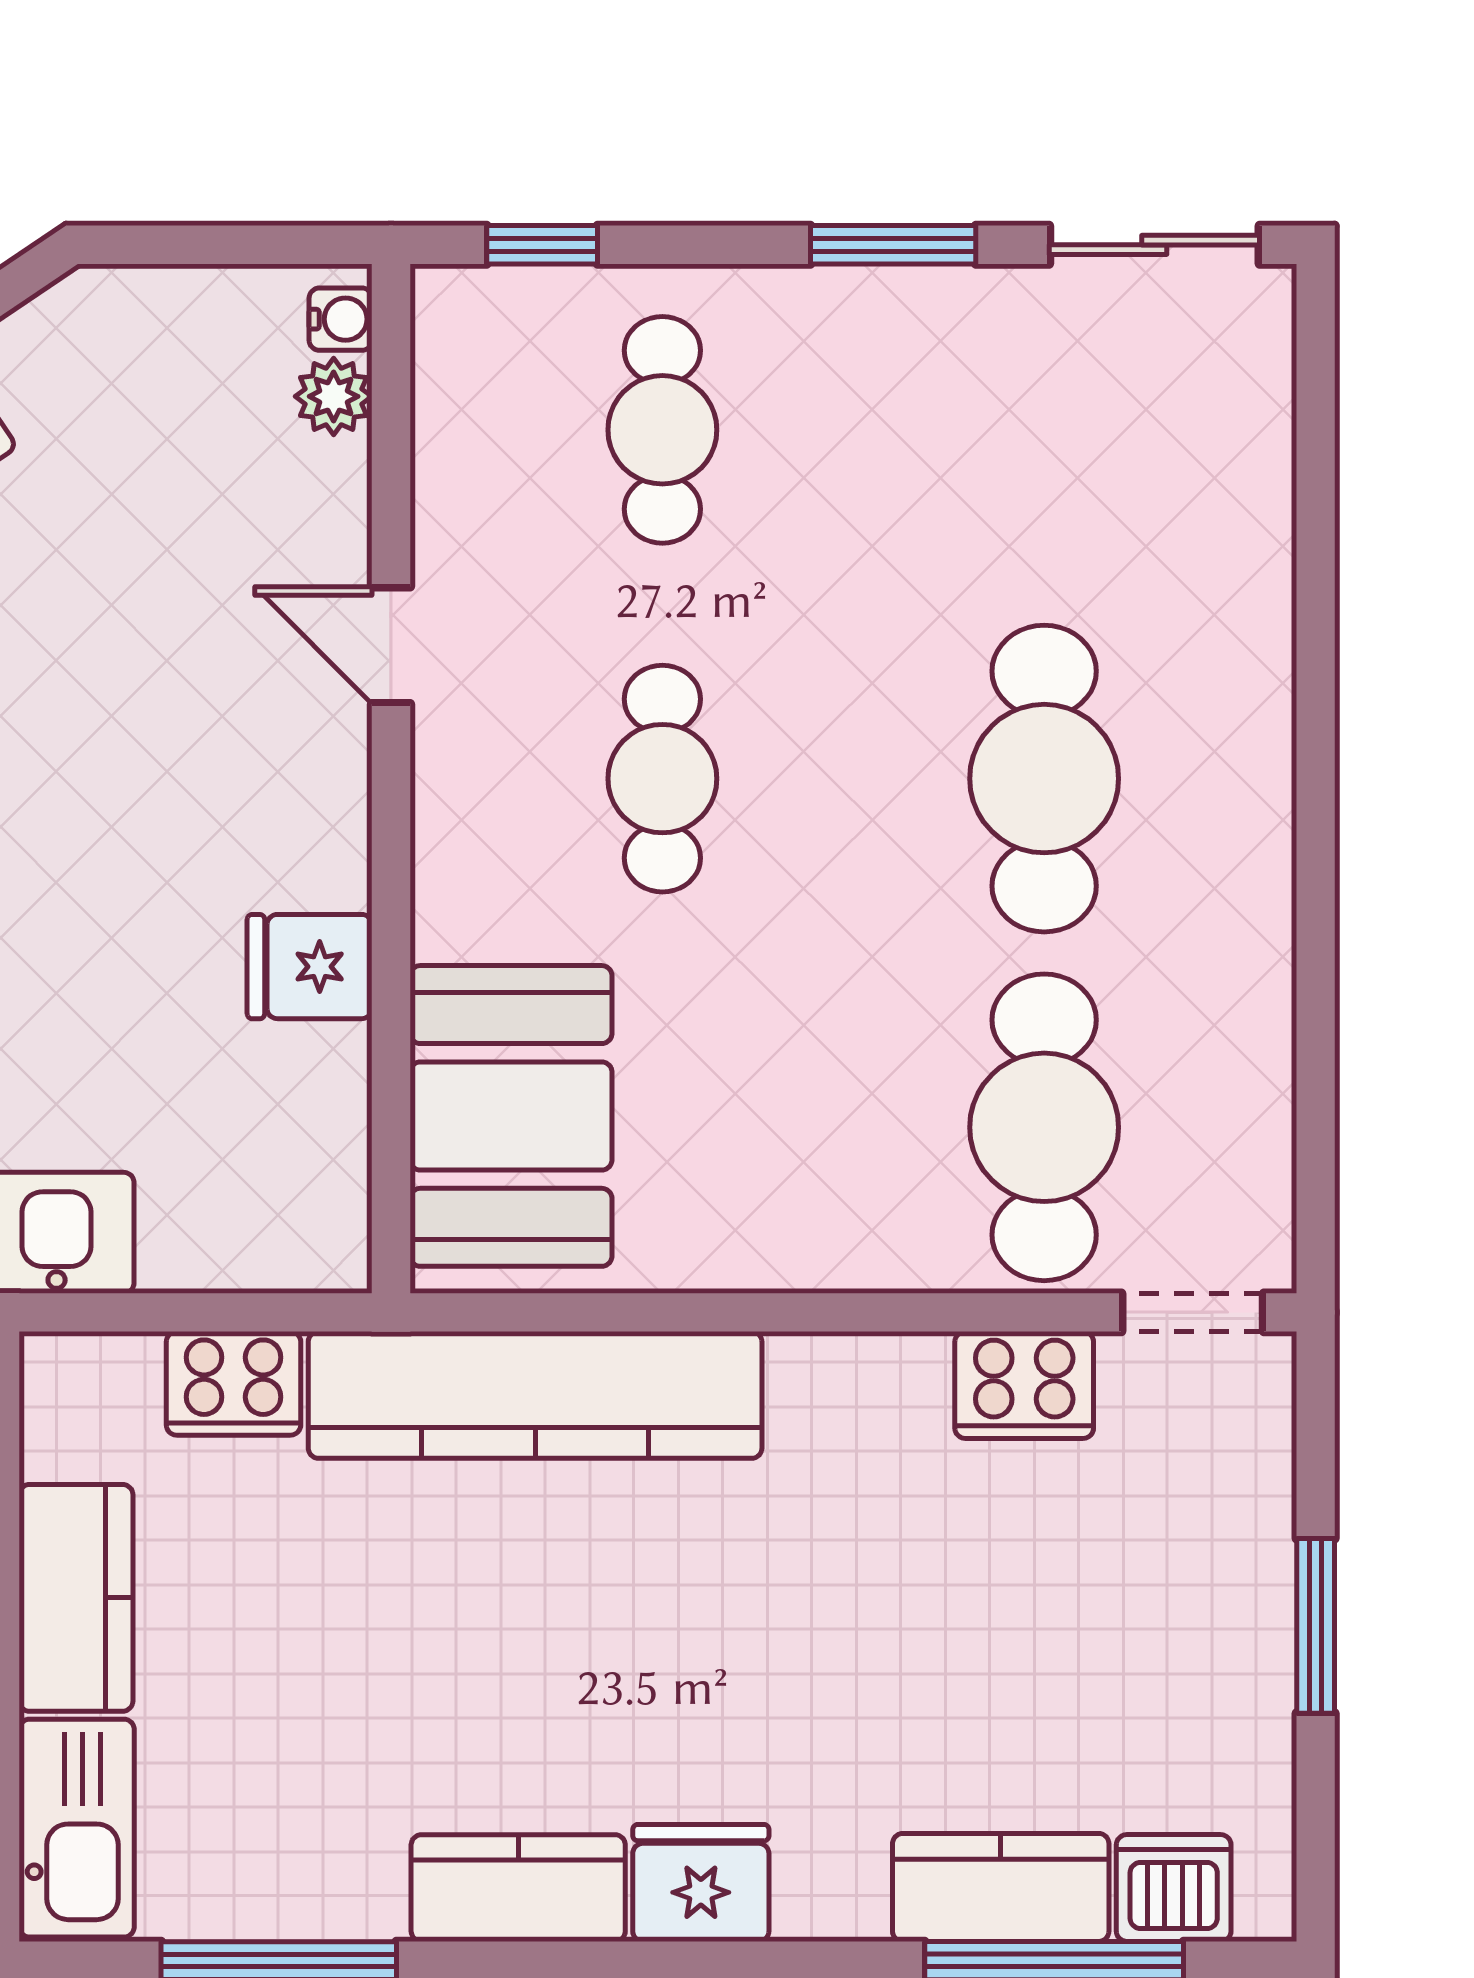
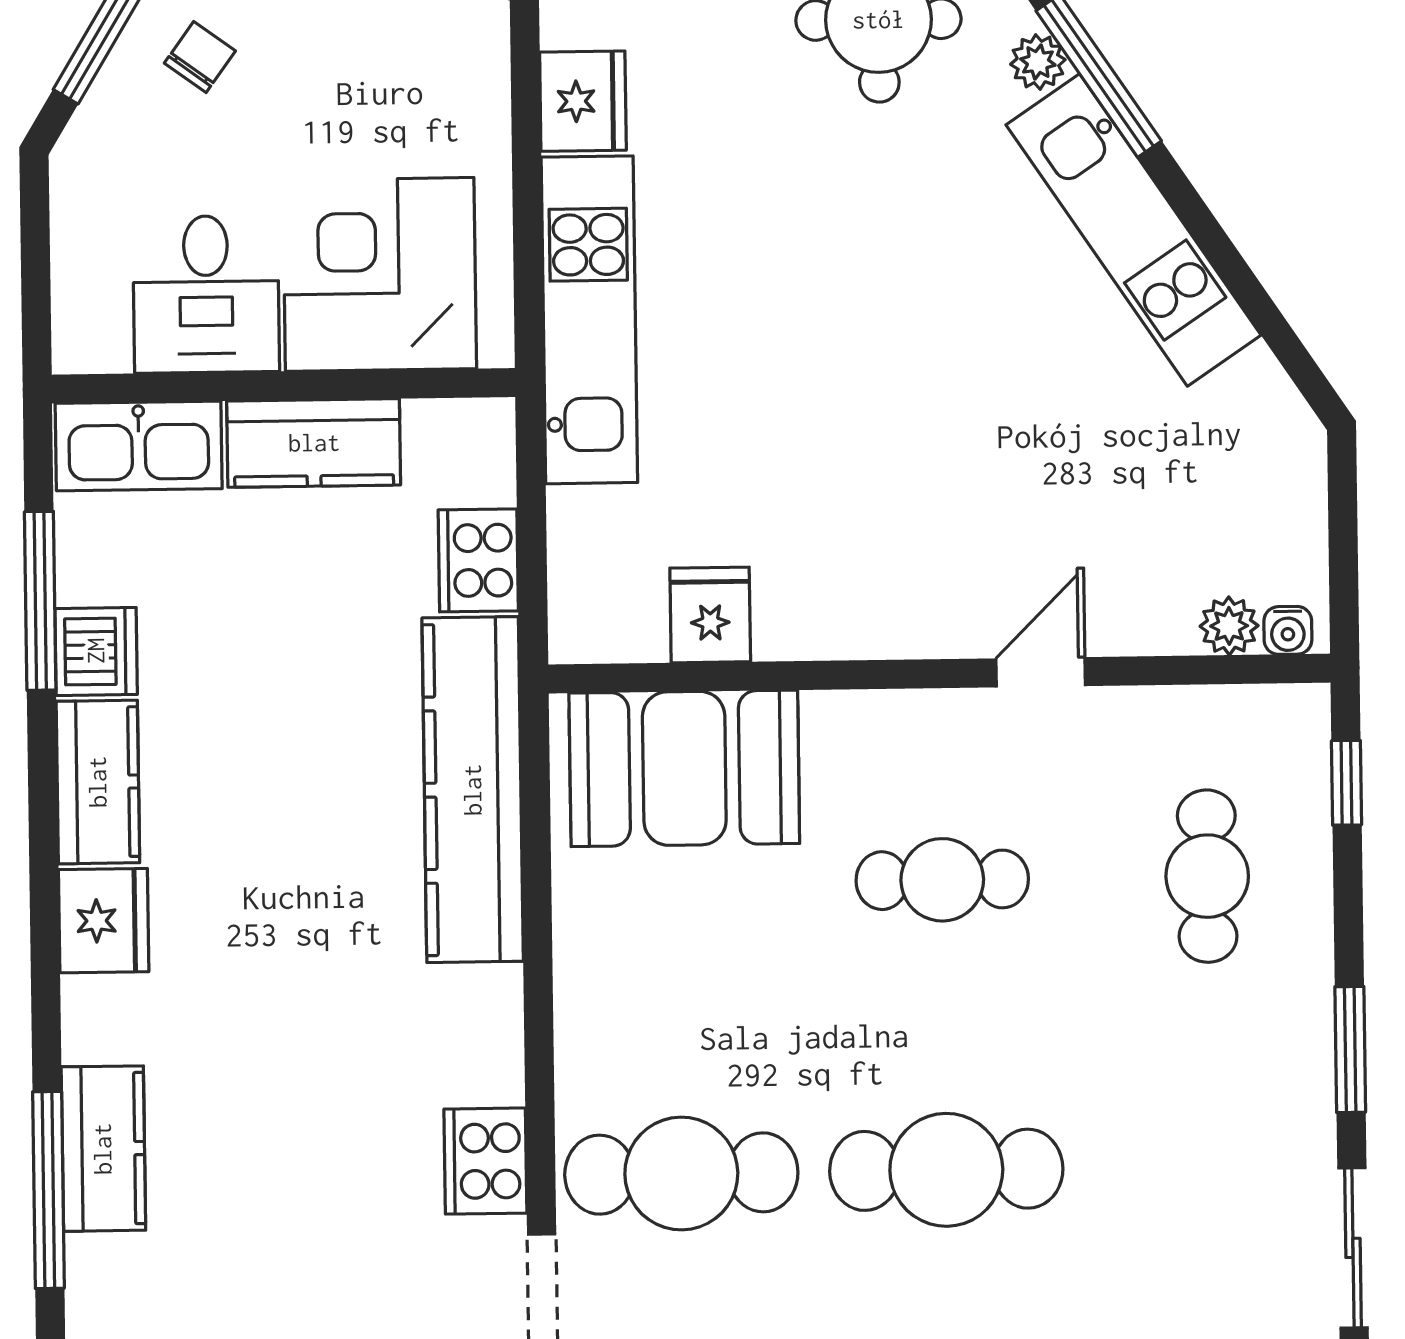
cafe table: (662, 430) -> (1207, 876), turned 90
fridge: (310, 967) -> (710, 615), moved
dishwasher: (1174, 1888) -> (96, 651), moved

